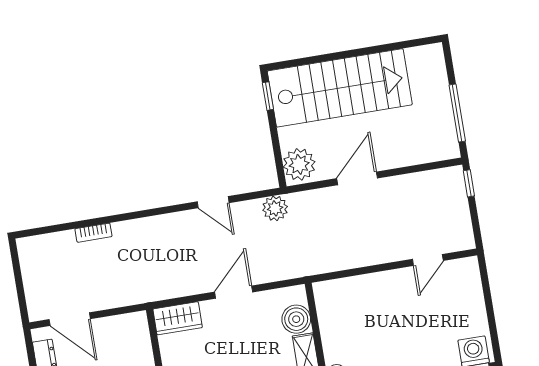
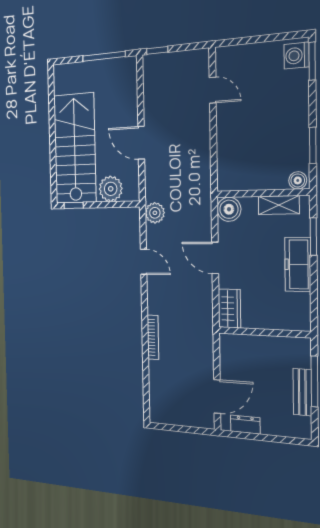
plant: (299, 164) -> (111, 189), moved
door: (213, 202) -> (144, 262), hinge flipped
bookcase: (93, 233) -> (153, 337), moved, width x1.56
boiler: (296, 319) -> (229, 209), moved

